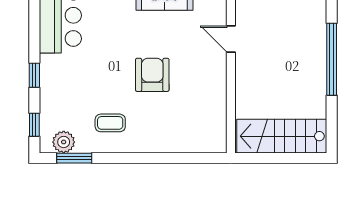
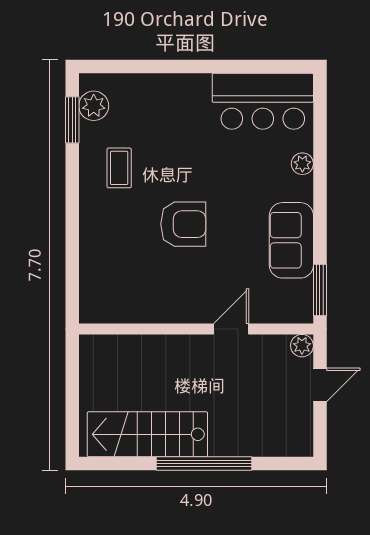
window: (34, 75) -> (183, 67), removed
window: (34, 125) -> (117, 67), removed
stairs: (282, 136) -> (147, 434), moved, turned -90

